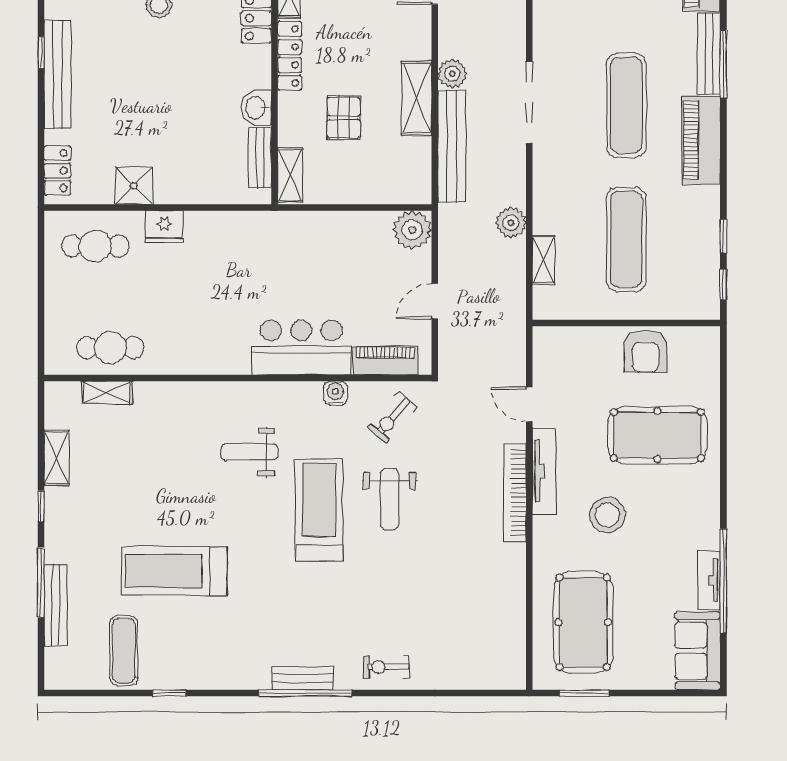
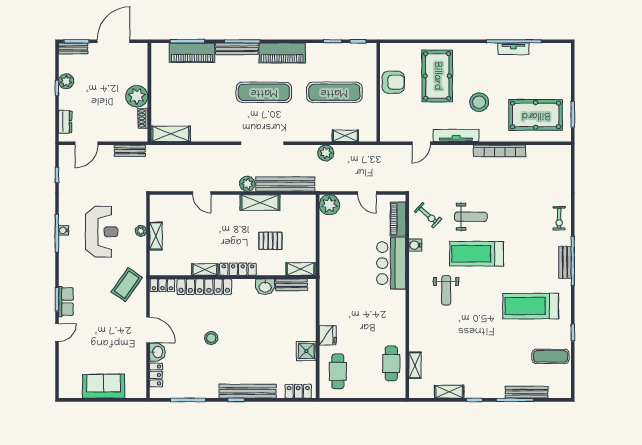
bookcase: (515, 493) -> (500, 151), moved
treadmill: (174, 571) -> (531, 306), moved, turned 90
sofa: (698, 651) -> (551, 55), removed

